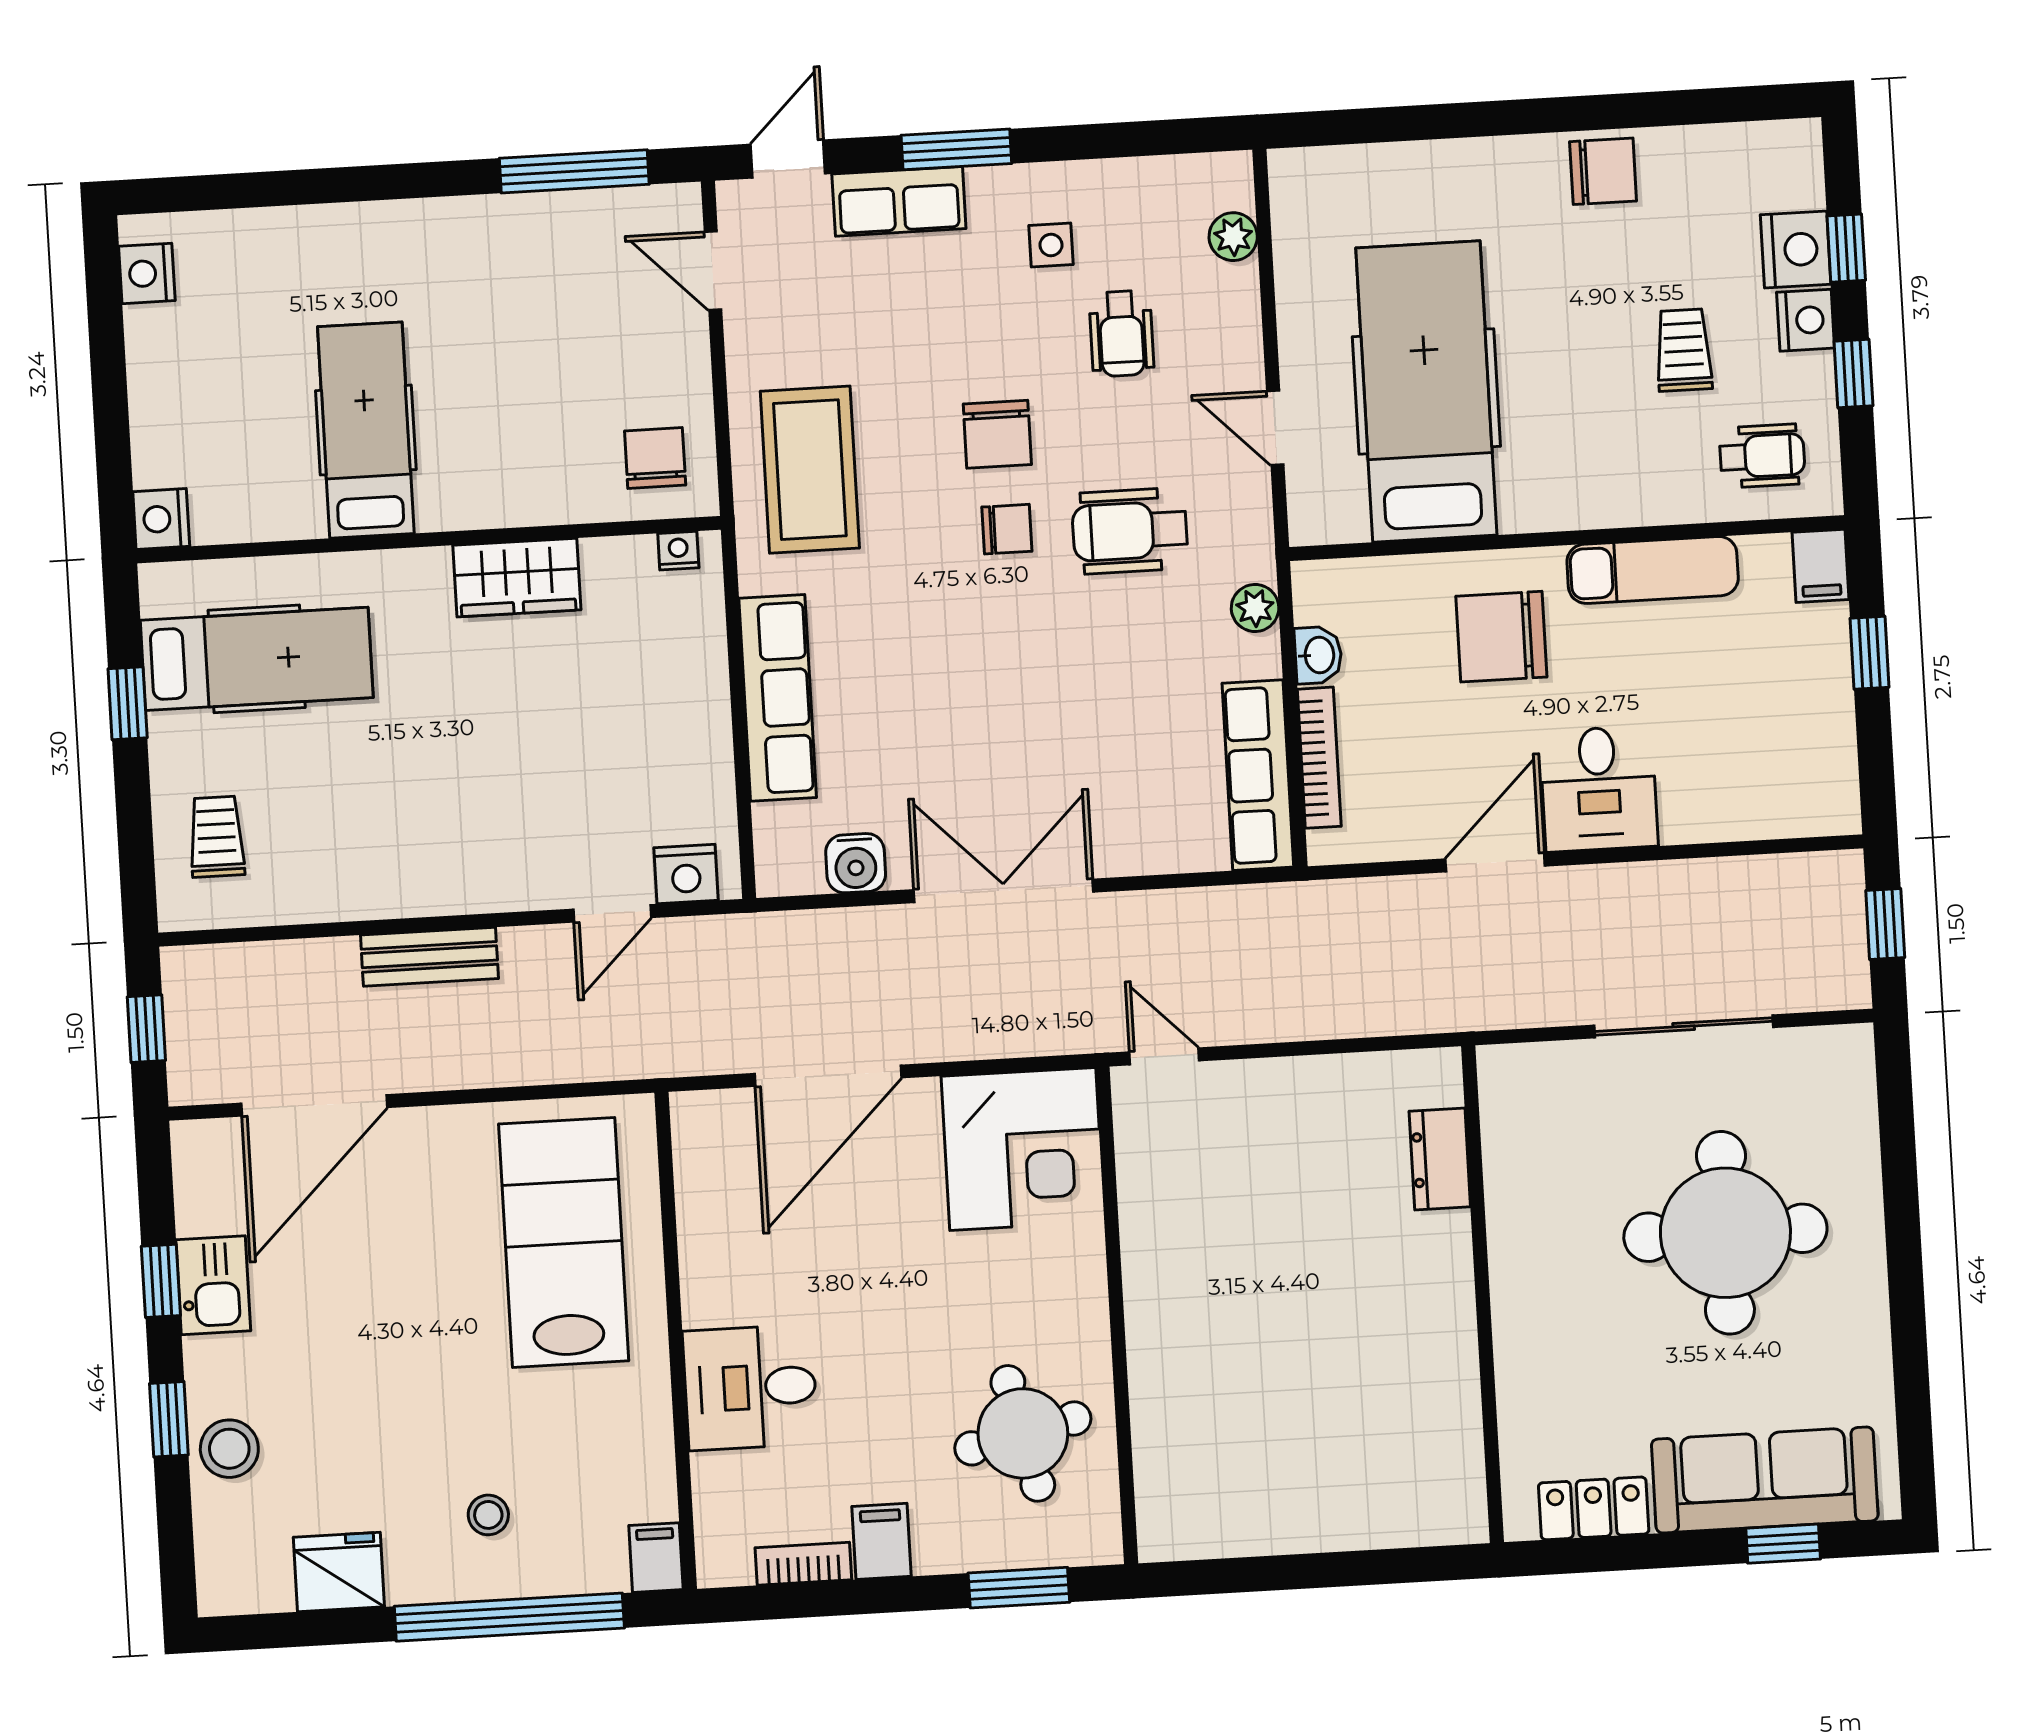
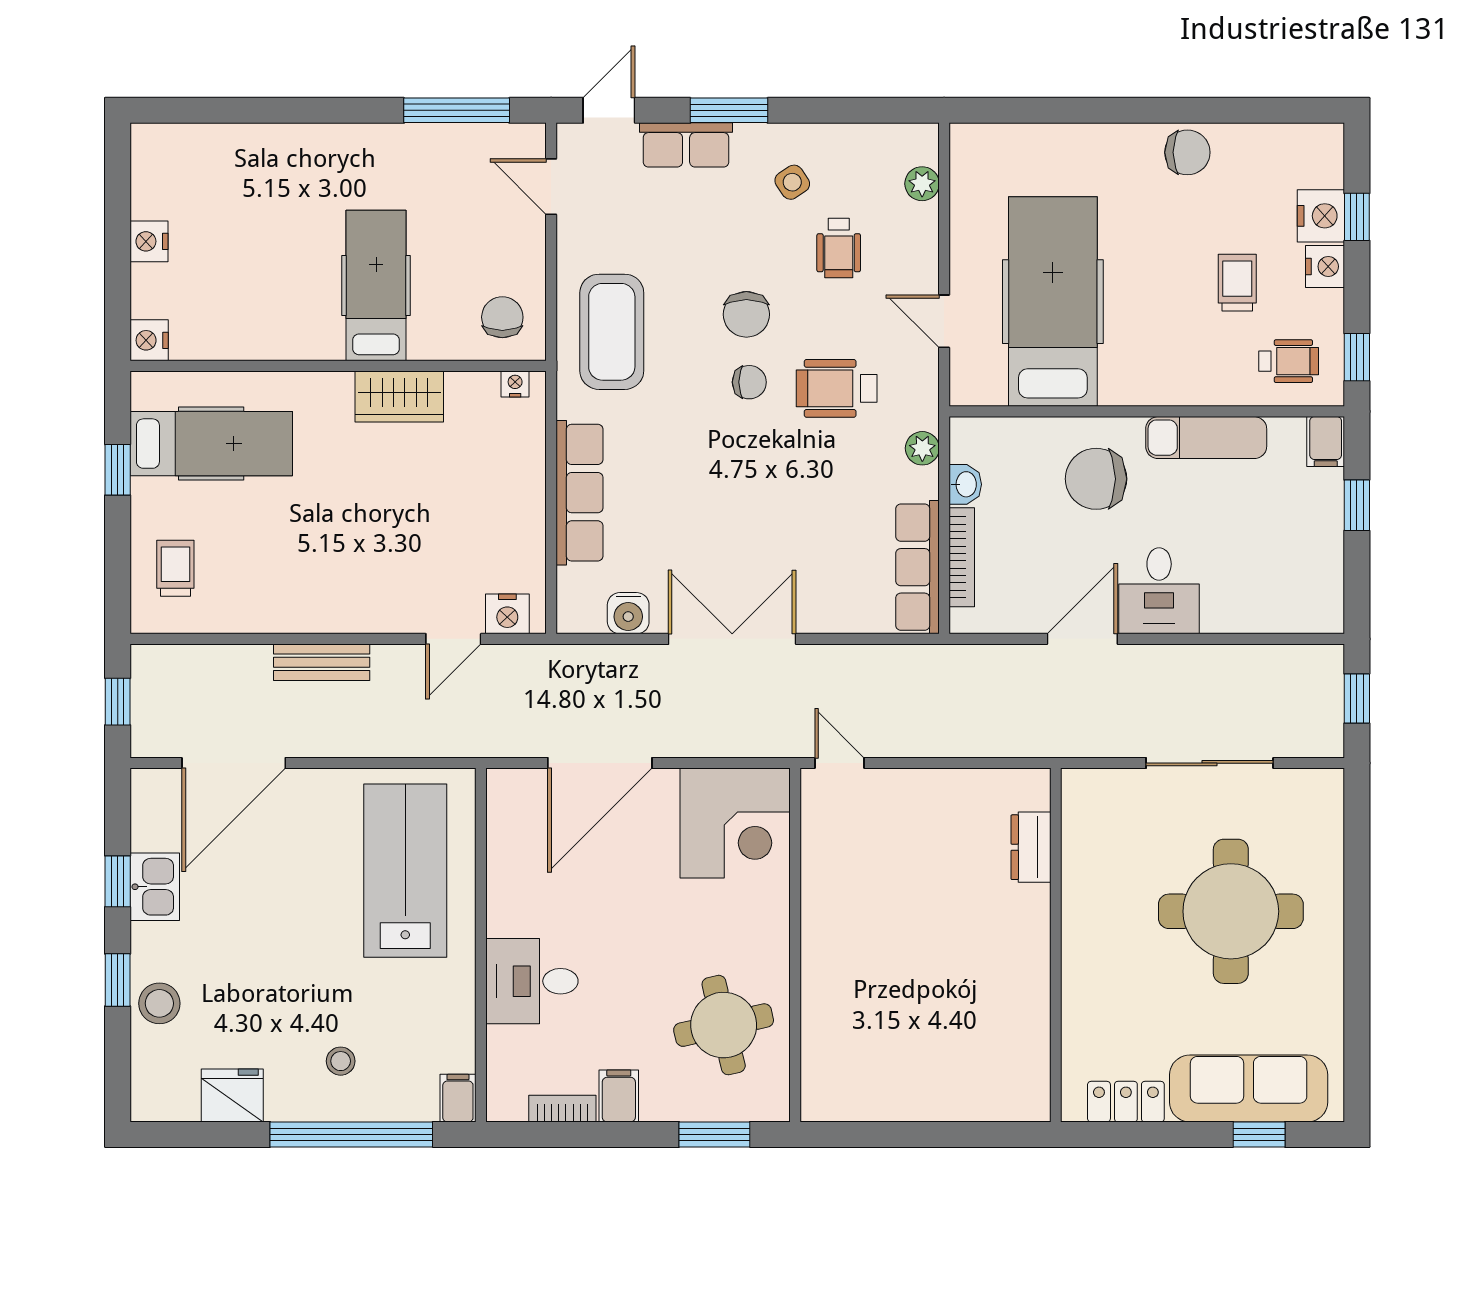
side table: (1051, 245) -> (792, 182), turned -34
nightstand: (147, 273) -> (149, 241), moved
window: (1853, 374) -> (1357, 357), moved
hospital bed: (366, 430) -> (376, 286), moved

